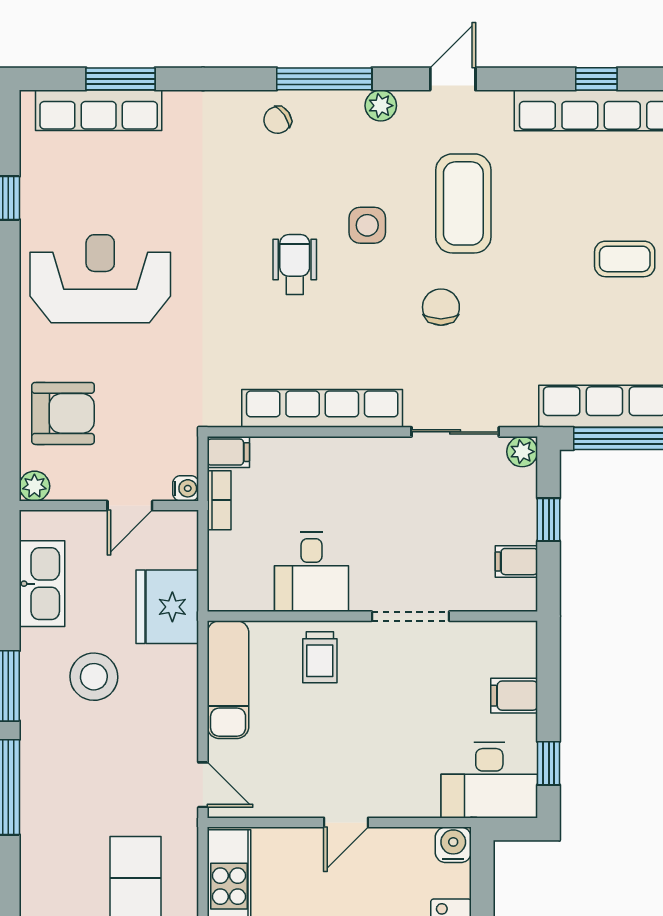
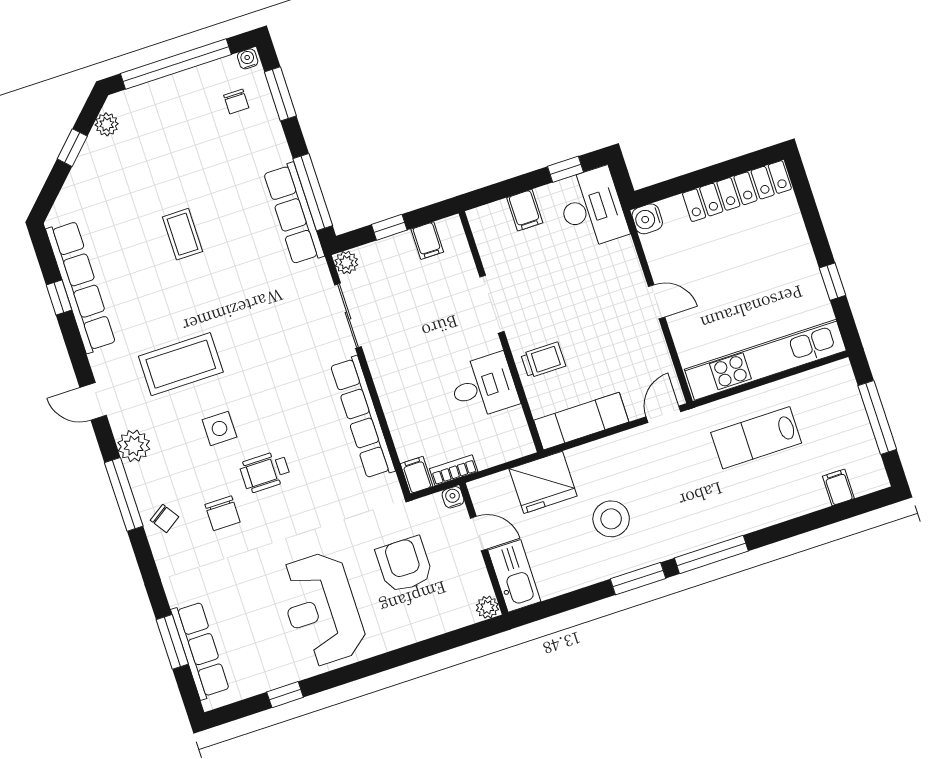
plant: (381, 106) -> (134, 446), width x1.38, depth x1.38
chair: (441, 307) -> (223, 513), moved, turned -90
armchair: (63, 413) -> (404, 564), moved
kitchen sink: (42, 584) -> (514, 576), moved, turned 90

